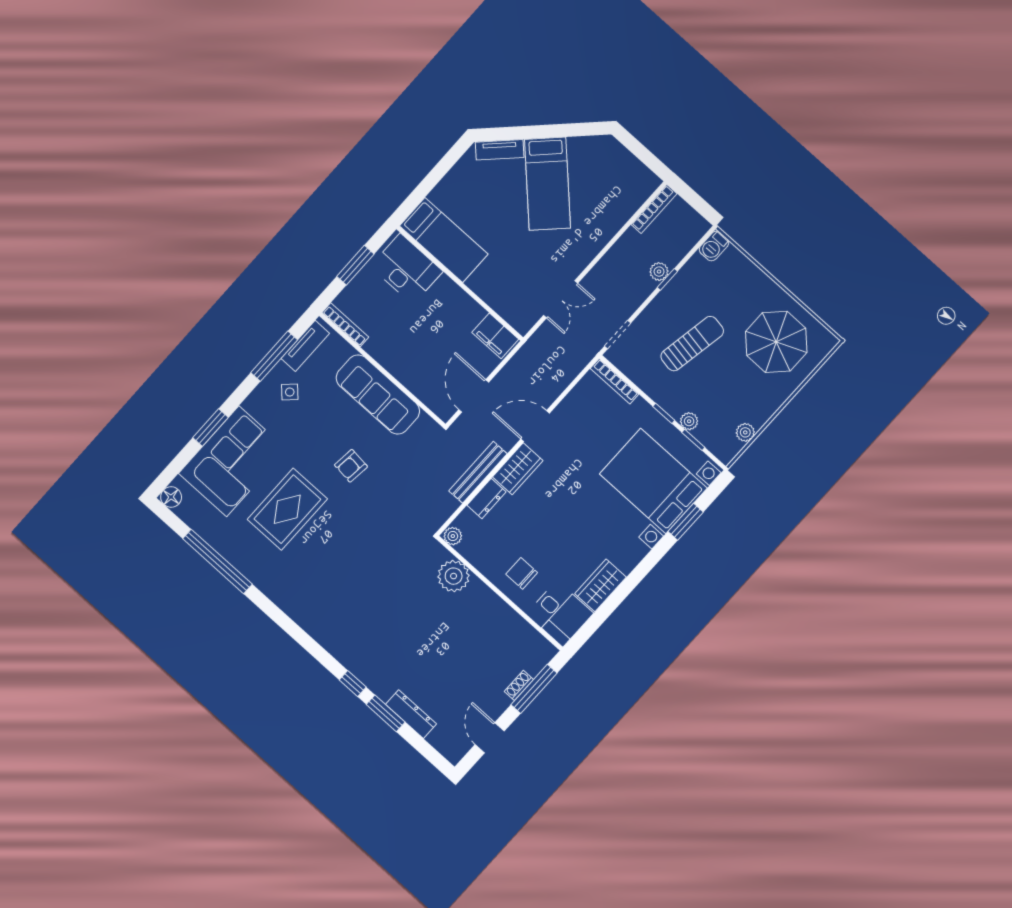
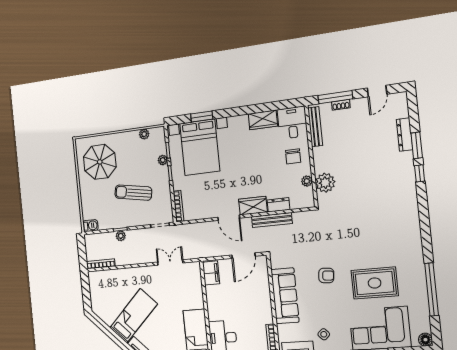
plant: (453, 536) -> (307, 181), moved
bench: (527, 633) -> (315, 127), added

